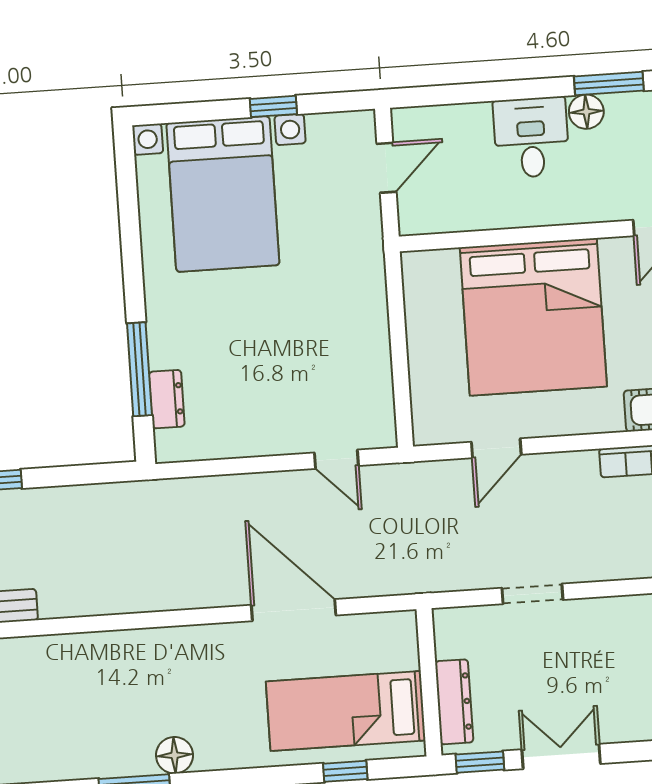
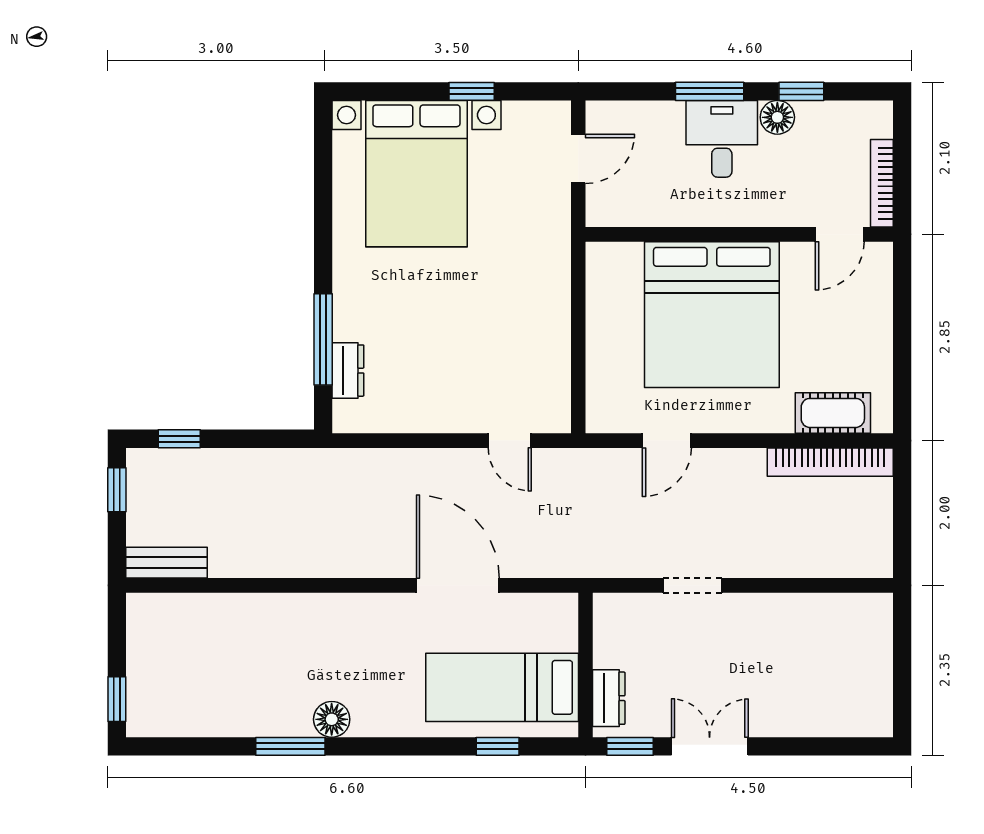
window: (609, 84) -> (801, 91), width x0.67
window: (516, 90) -> (710, 91), added
dresser: (454, 702) -> (609, 698), width x0.70

